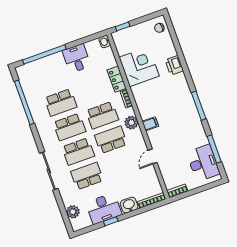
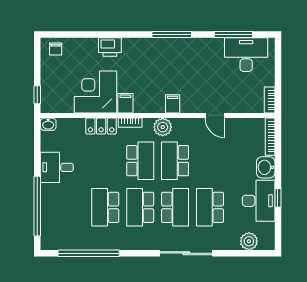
filing cabinet: (139, 90) -> (125, 103), added
school desk: (61, 102) -> (105, 207), turned 180
school desk: (69, 127) -> (140, 207), turned 180

